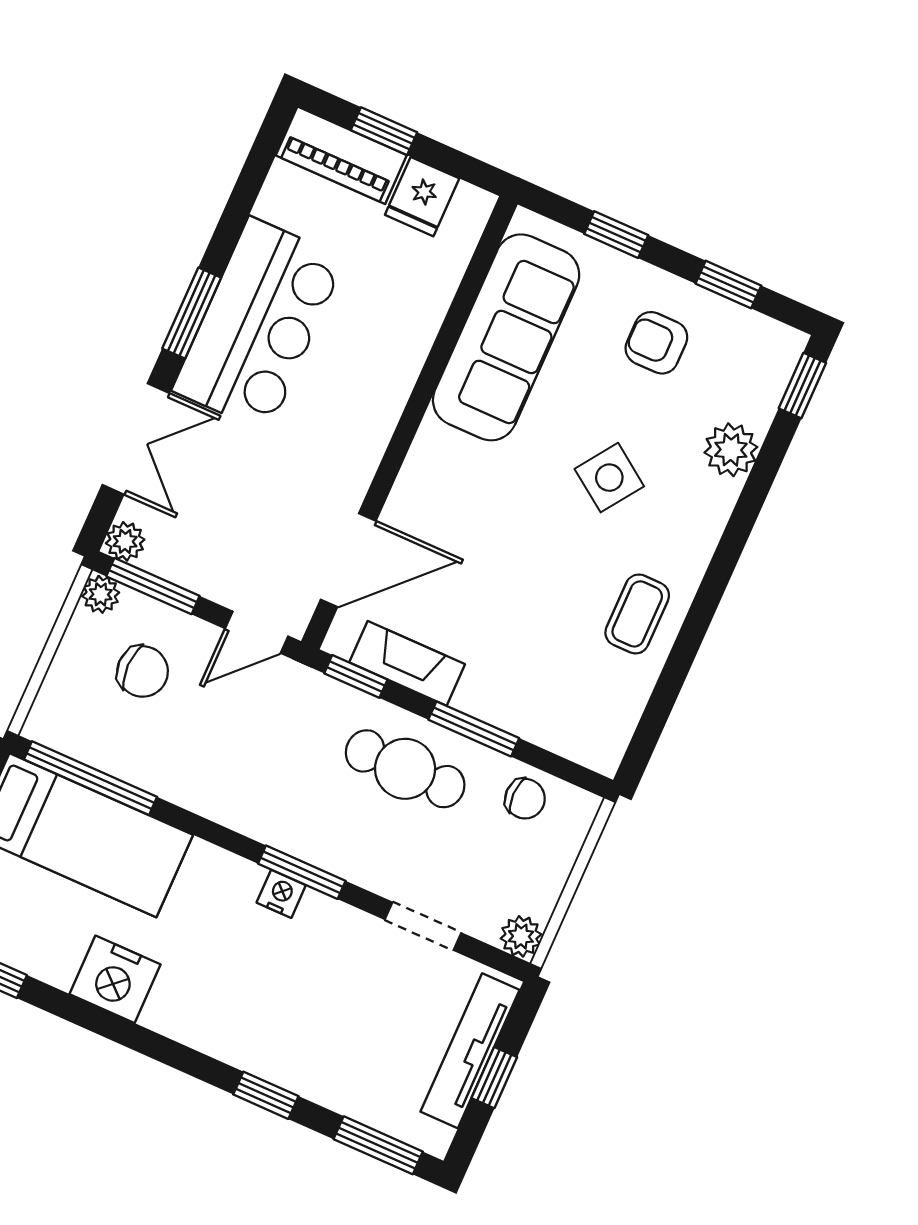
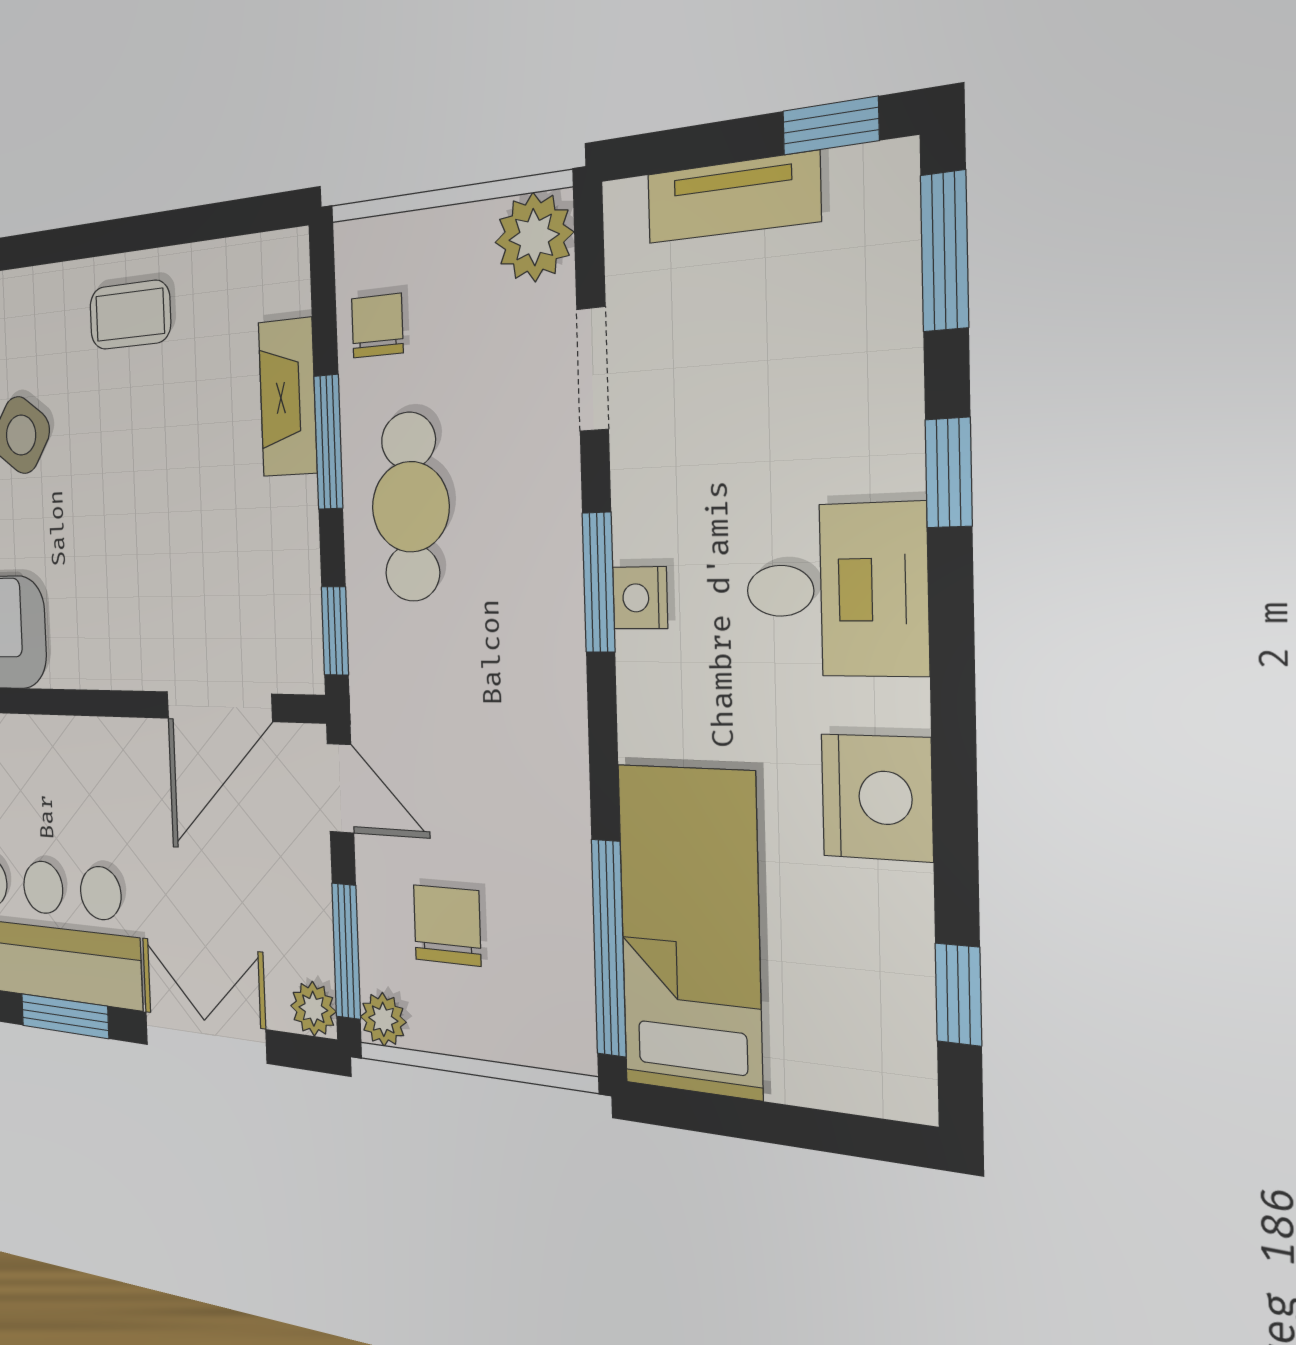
door: (348, 560) -> (219, 706), swing flipped
fireplace: (407, 663) -> (288, 397), moved
plant: (521, 936) -> (534, 237), width x1.38, depth x1.38
desk: (234, 1008) -> (835, 590), added
tv unit: (470, 1051) -> (733, 198), width x0.71
window: (494, 1078) -> (831, 126), moved

